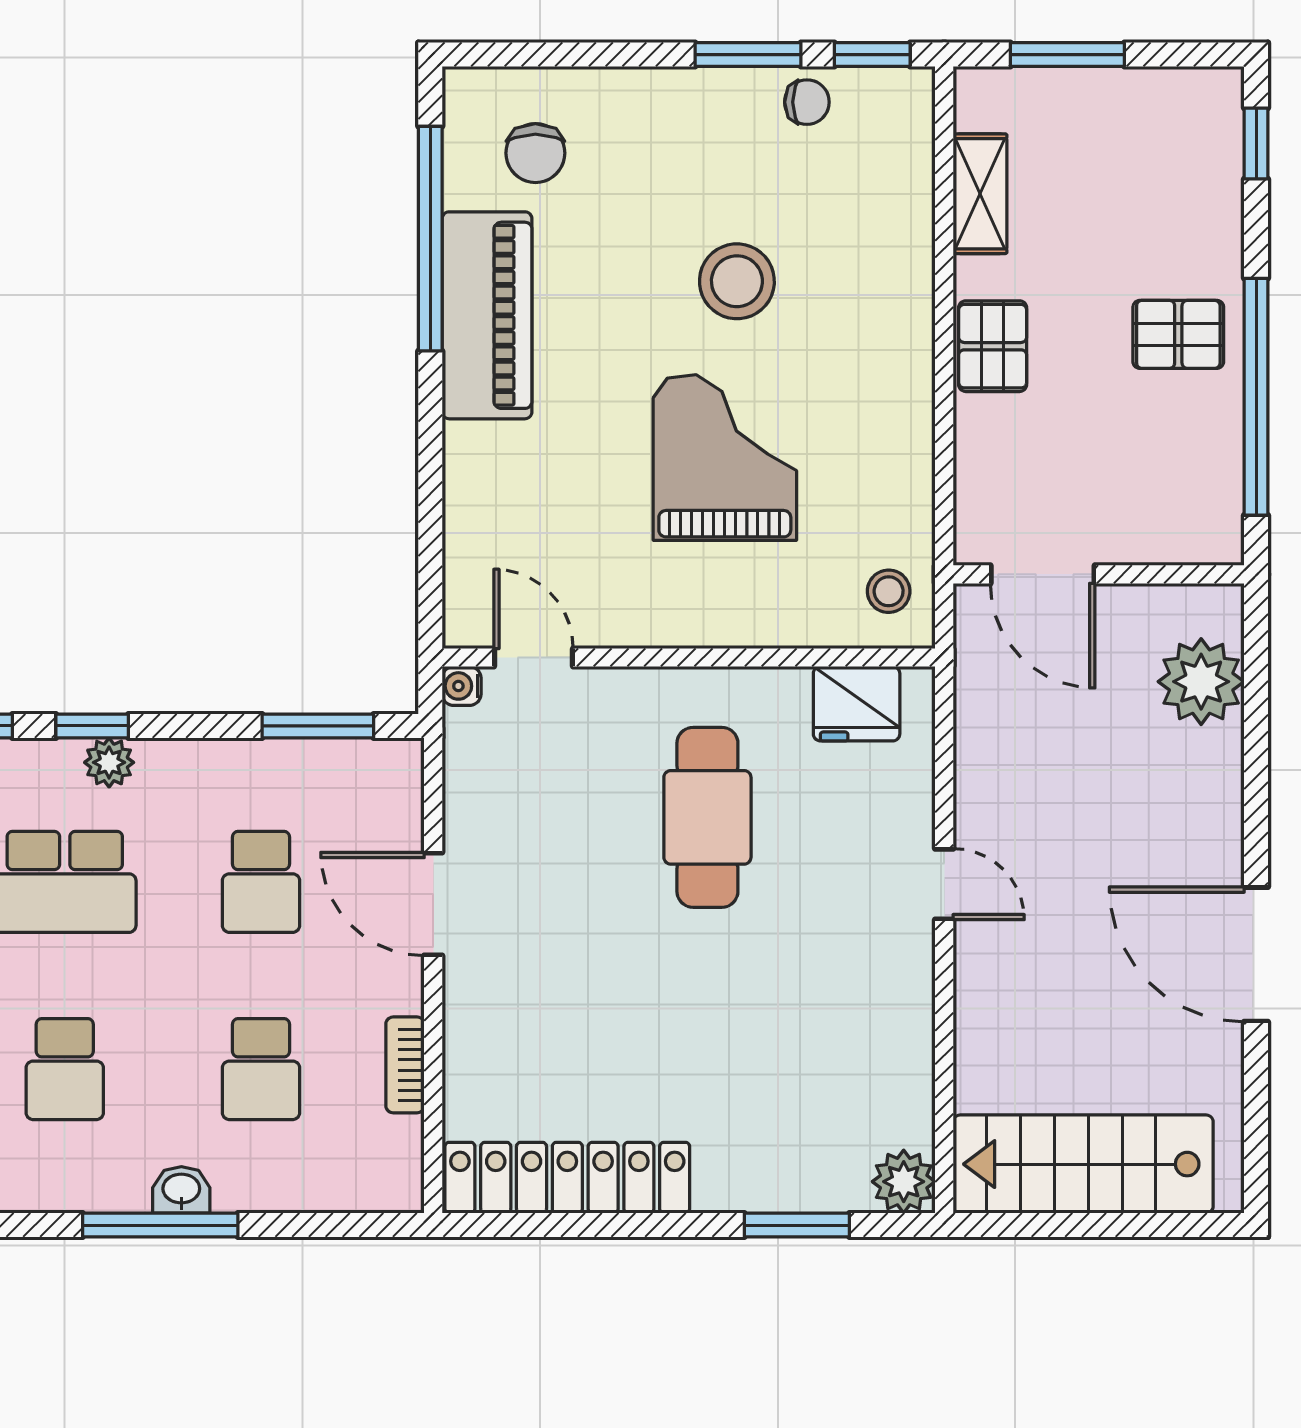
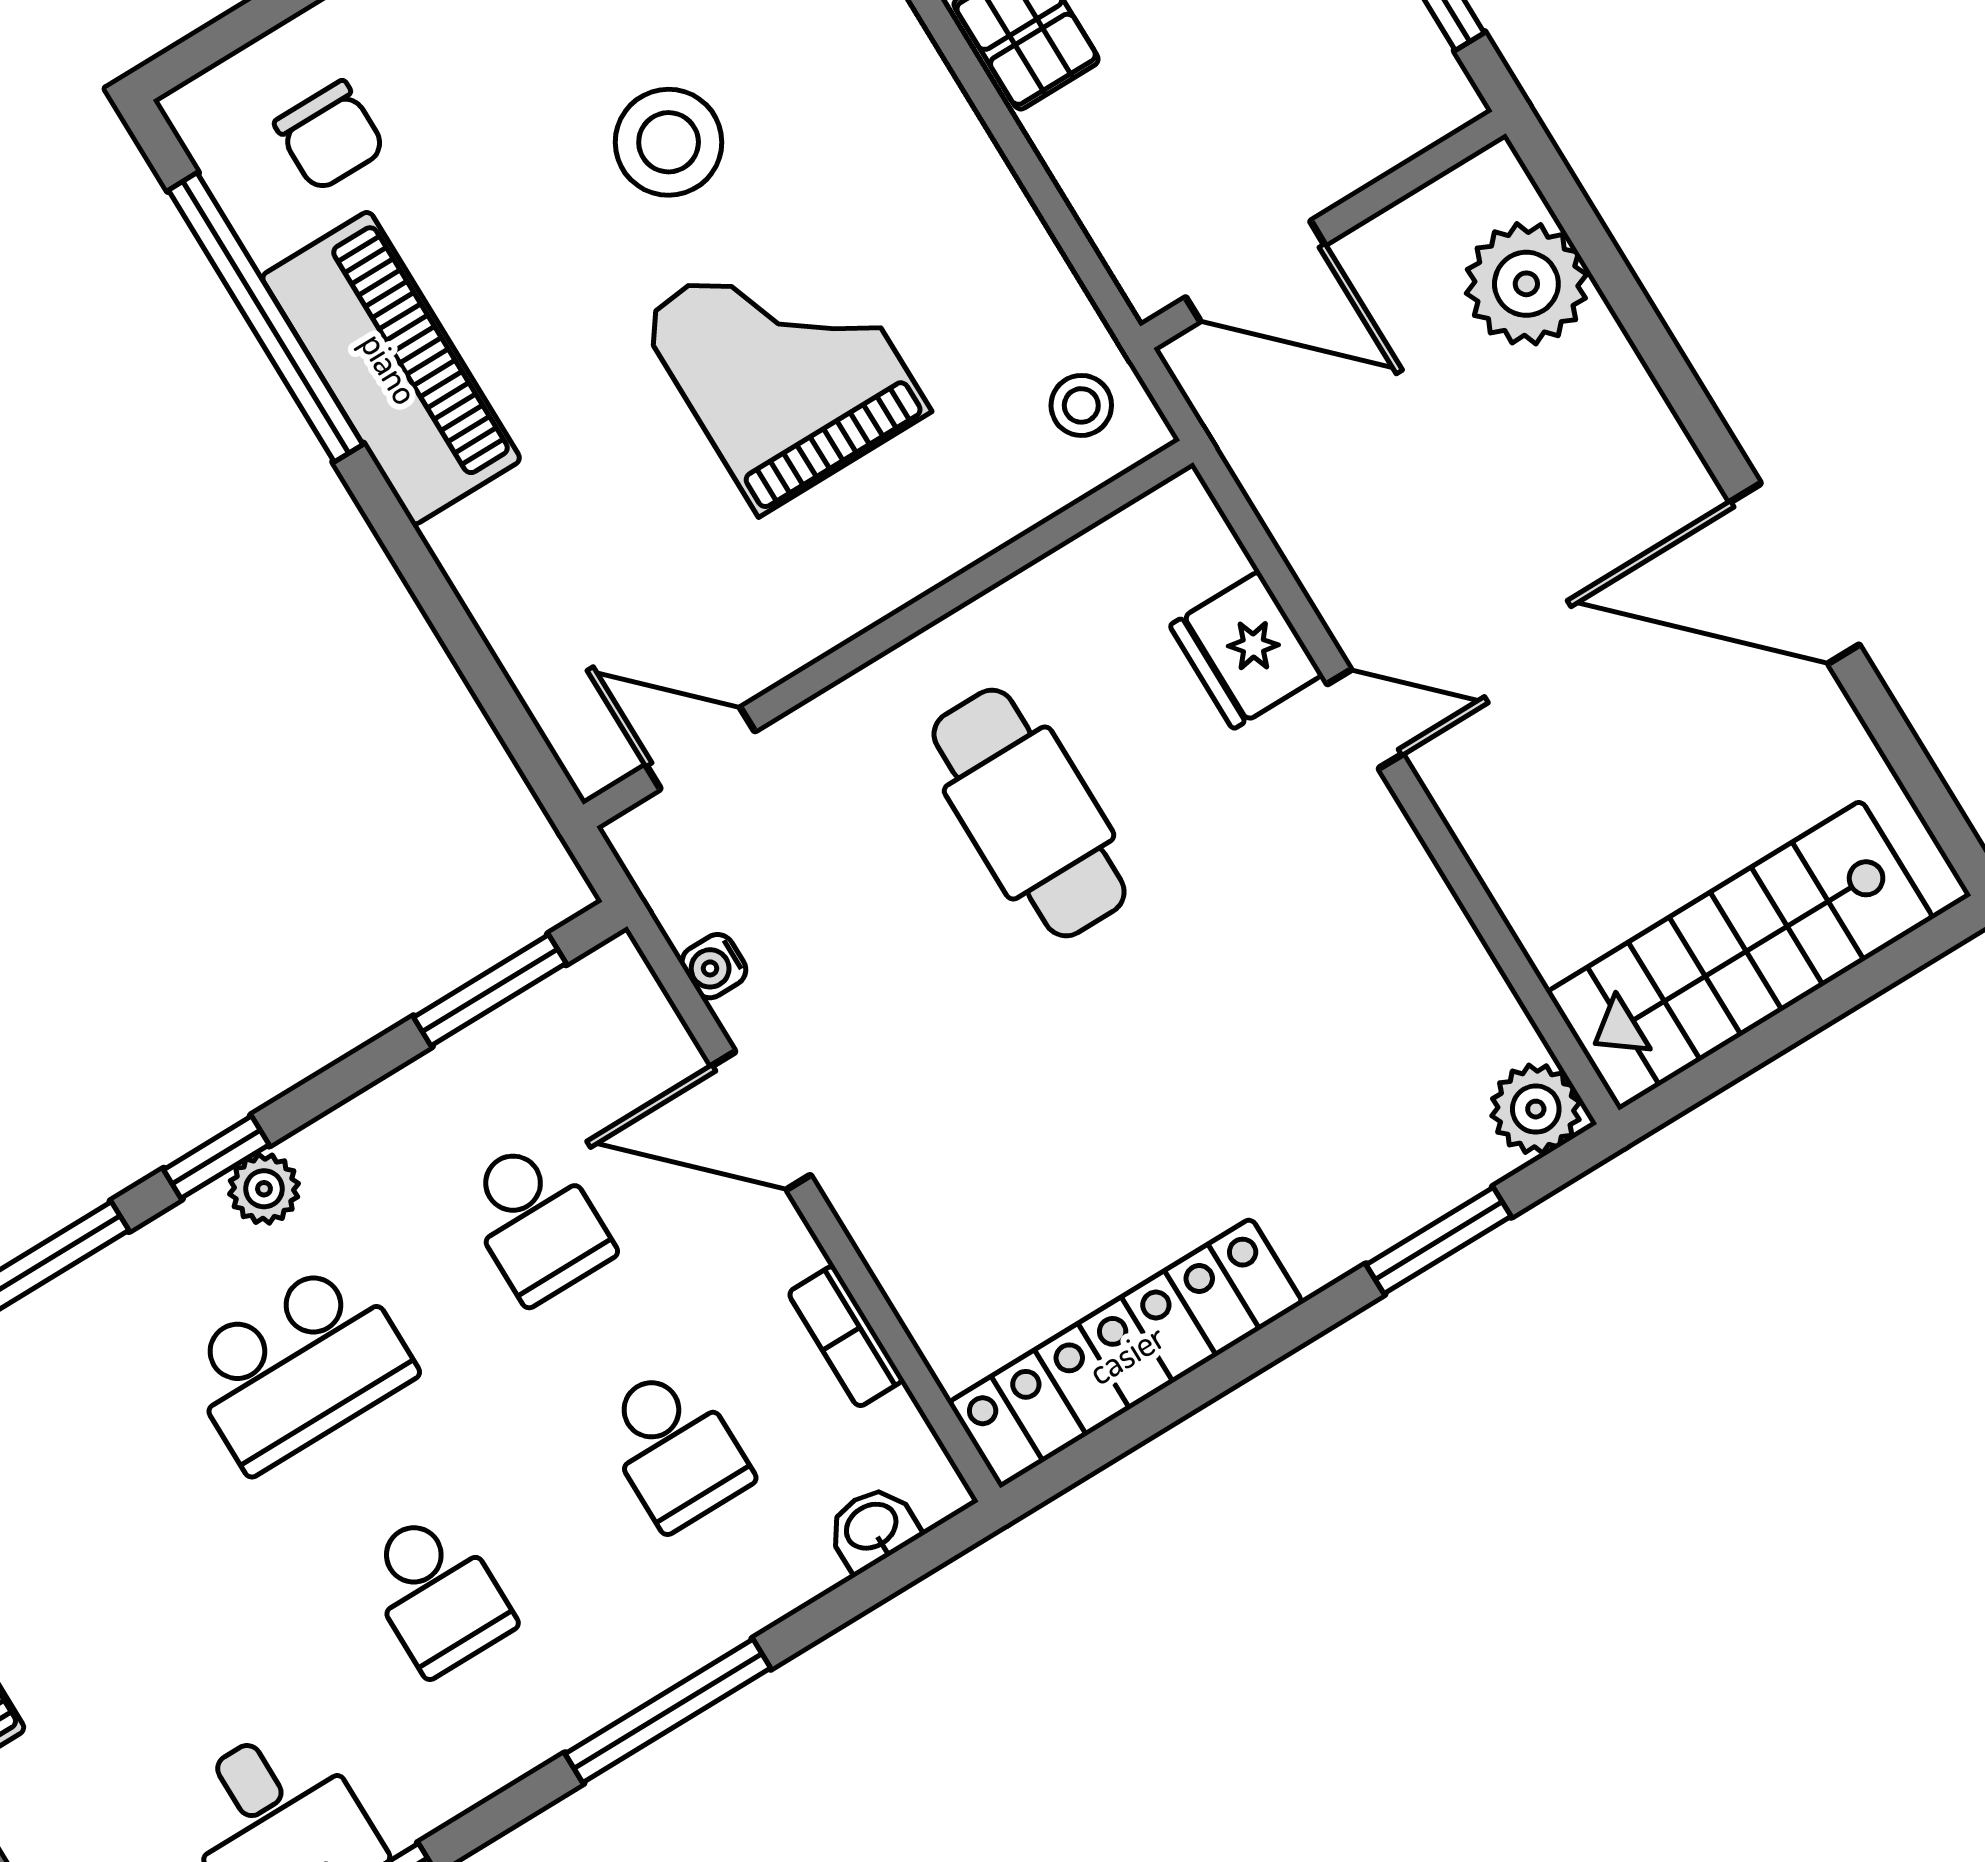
water cooler: (462, 686) -> (714, 966), moved
fridge: (857, 704) -> (1246, 650), moved, turned 90
washbasin: (181, 1190) -> (872, 1528), moved

